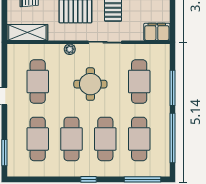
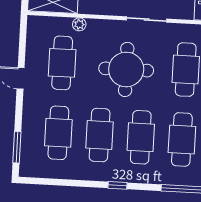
plant: (70, 49) -> (79, 24), moved
round table: (90, 84) -> (126, 69), width x1.36, depth x1.36

